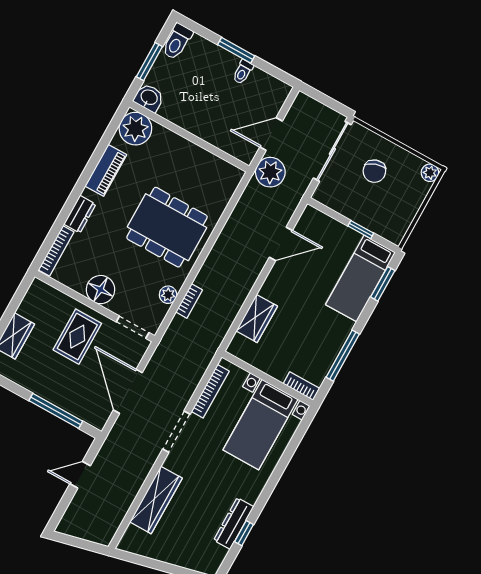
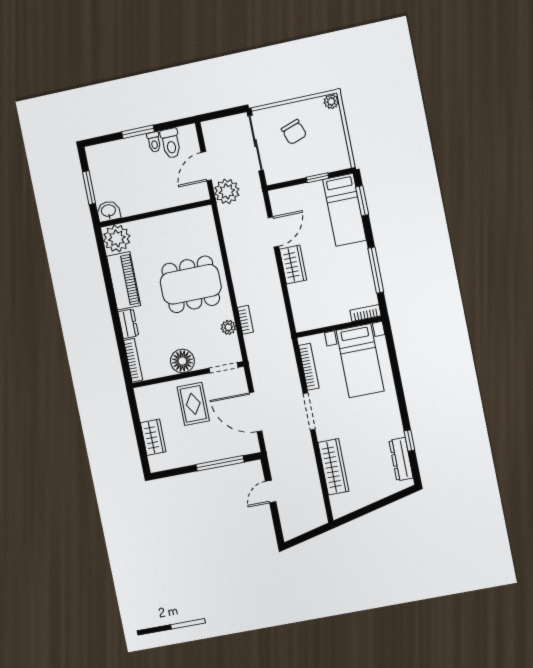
toilet: (177, 42) -> (171, 143), moved
piano: (106, 170) -> (124, 281), width x1.37, depth x1.33
wardrobe: (257, 318) -> (293, 265), moved
dresser: (234, 523) -> (401, 459), moved

